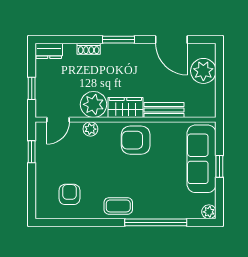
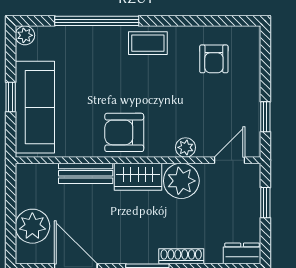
shoe rack: (89, 49) -> (181, 256), width x1.43
armchair: (136, 140) -> (124, 132), turned 180

